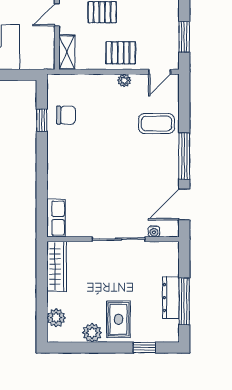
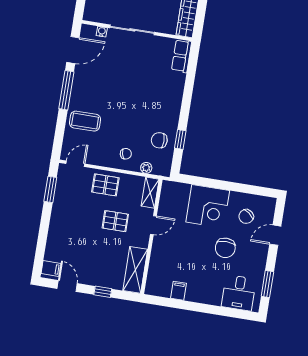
plant: (124, 80) -> (146, 168), moved
chair: (103, 93) -> (126, 154), added

